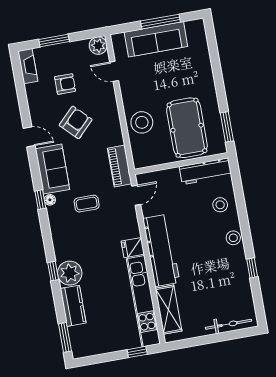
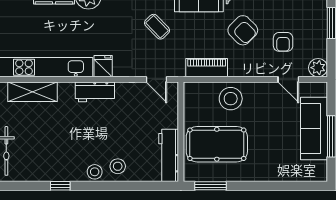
door: (114, 71) -> (288, 79), swing flipped
armchair: (65, 84) -> (283, 42), moved
piano: (120, 166) -> (207, 68), moved
coffee table: (87, 204) -> (157, 27), turned -44
stool: (220, 205) -> (118, 166), moved
workbench: (161, 250) -> (95, 92), width x0.53, depth x0.76

